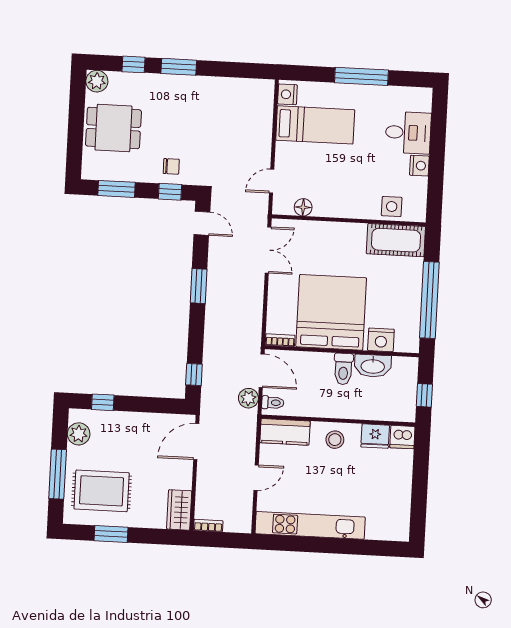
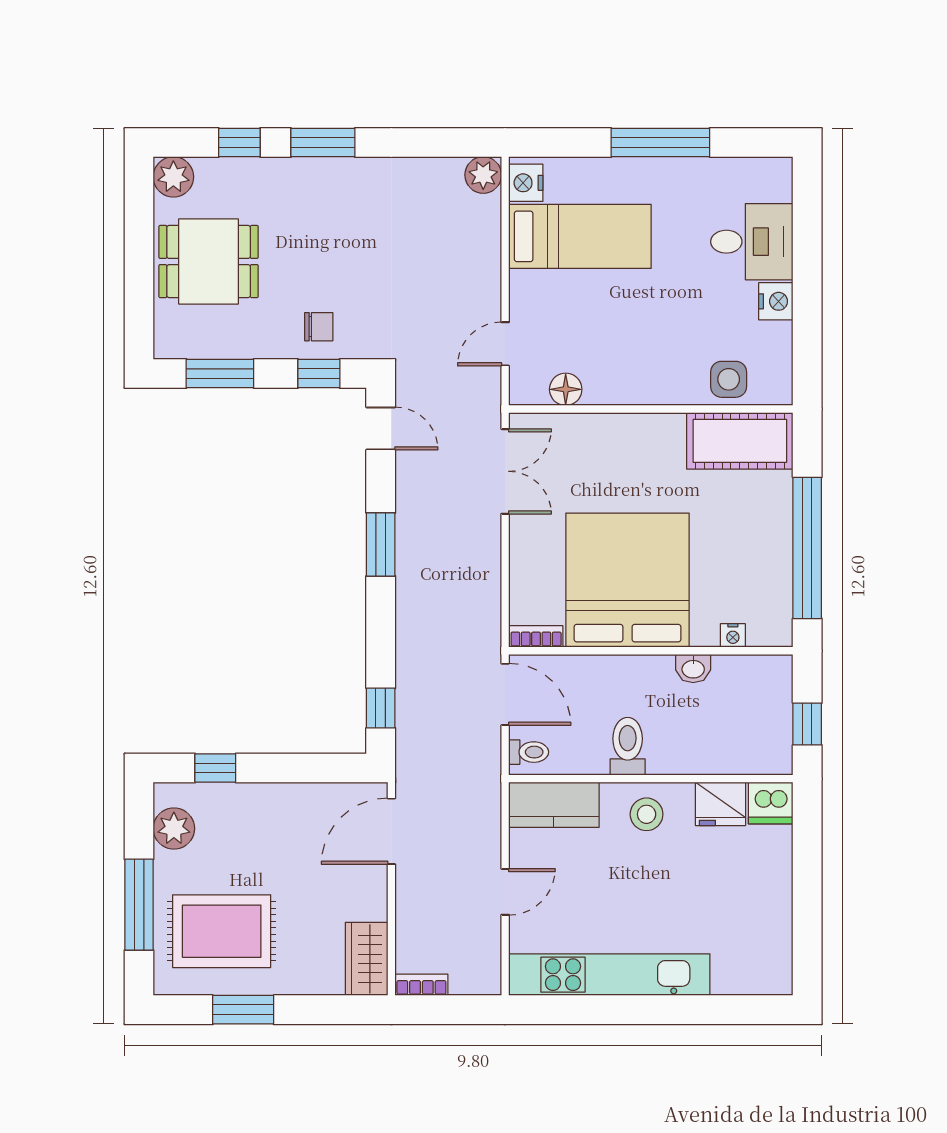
nightstand: (381, 340) -> (733, 635), width x0.53, depth x0.56
washbasin: (373, 366) -> (693, 668), width x0.52, depth x0.69
toilet: (343, 369) -> (628, 746), moved, turned 180
plant: (248, 398) -> (483, 175), moved

